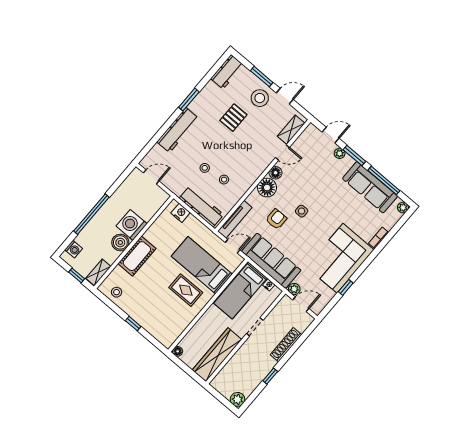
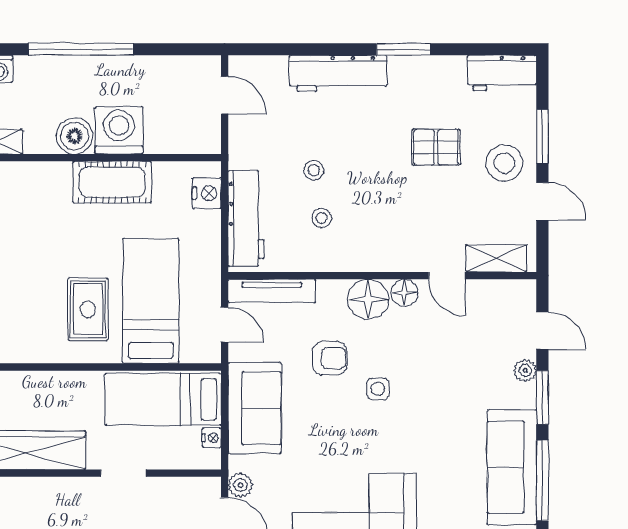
cot: (137, 256) -> (112, 182), moved
sofa: (271, 261) -> (255, 408), width x0.73

